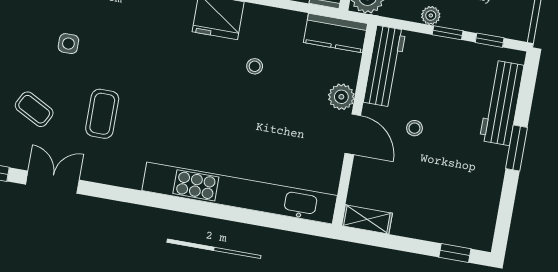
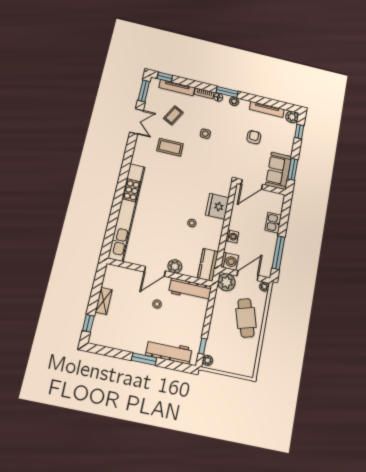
plant: (431, 15) -> (208, 360), moved
window: (448, 33) -> (207, 324), removed
shelving: (367, 219) -> (104, 301), moved

